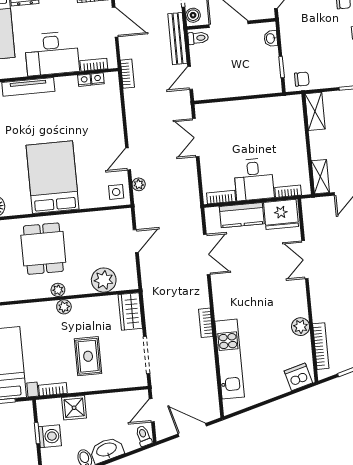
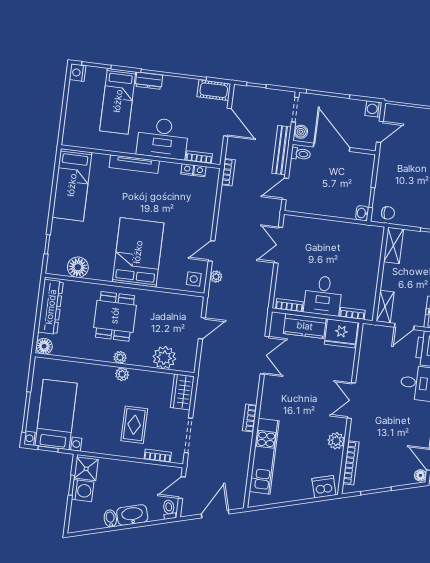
washbasin: (271, 38) -> (362, 213), moved
double door: (305, 260) -> (351, 401), moved
bookcase: (53, 389) -> (158, 456), moved
shower: (74, 408) -> (86, 469), moved
door: (192, 430) -> (215, 514), hinge flipped

